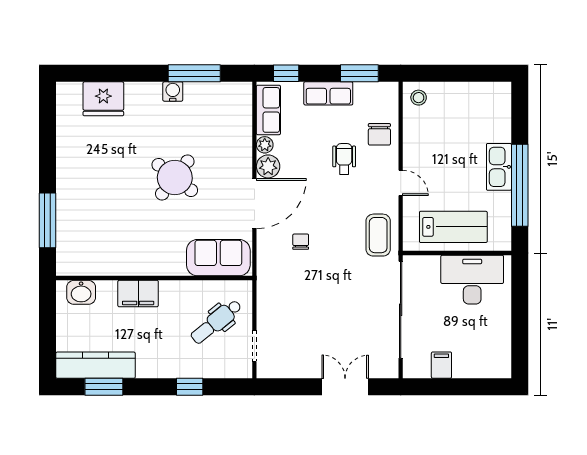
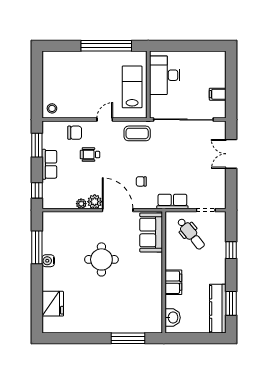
row of seats: (268, 110) -> (172, 201), moved
kitchen sink: (499, 167) -> (95, 59), removed
round table: (175, 177) -> (101, 259), turned -38

